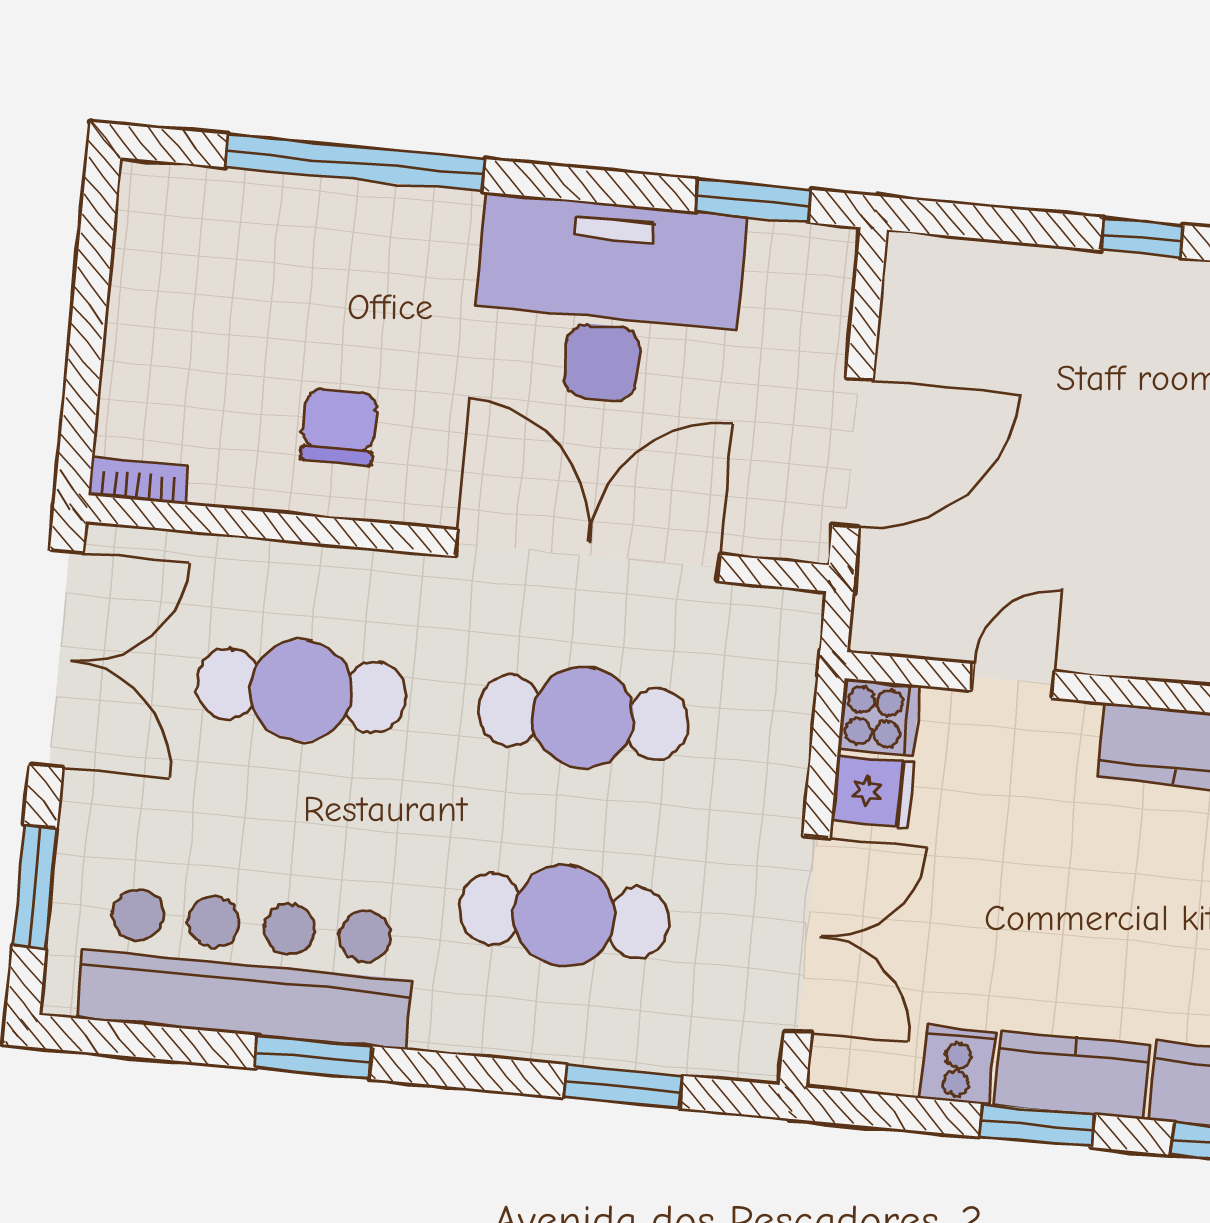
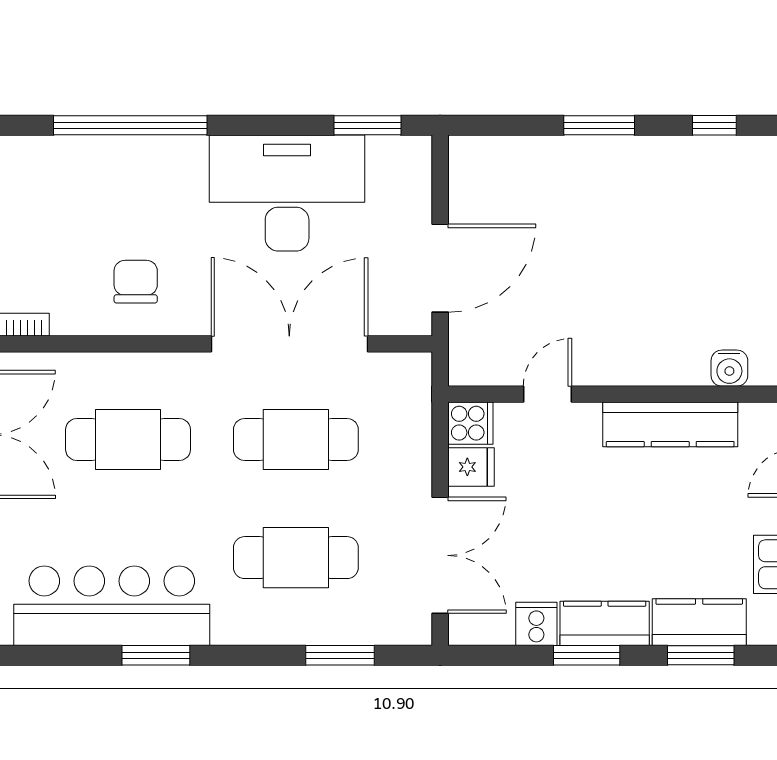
window: (1142, 238) -> (599, 125), width x1.50

